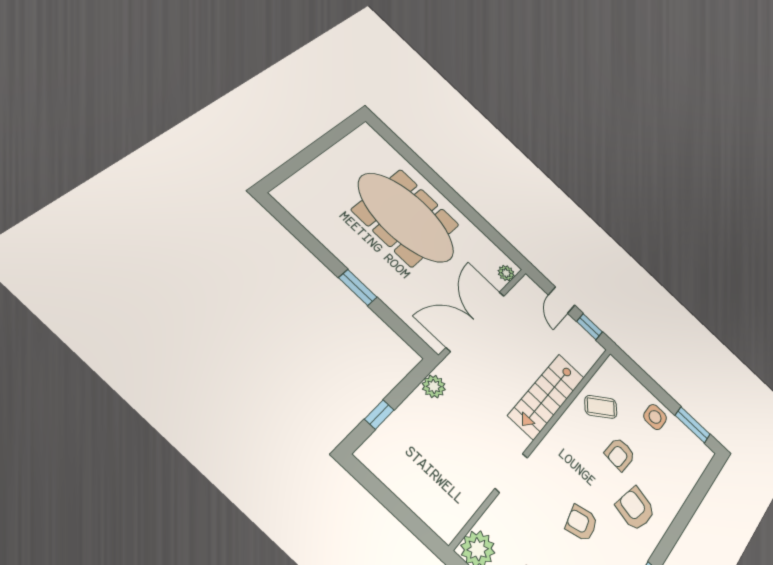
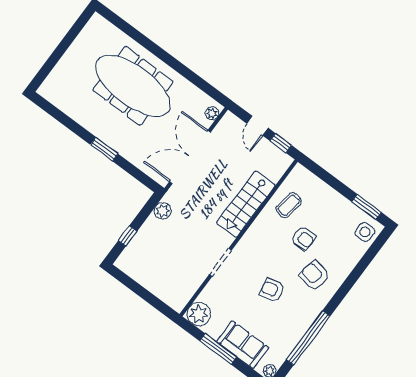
coffee table: (601, 407) -> (289, 205), turned -43
side table: (655, 417) -> (365, 232), moved
armchair: (620, 454) -> (303, 238), turned -94

